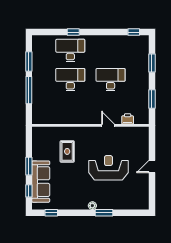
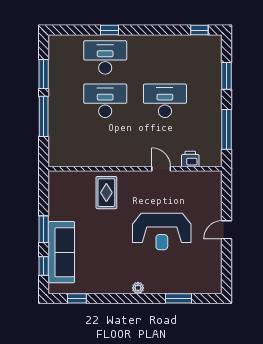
window: (152, 99) -> (226, 129), width x1.44
rug: (67, 151) -> (106, 193), moved
reception desk: (108, 168) -> (162, 232), turned 180
window: (104, 213) -> (178, 298), moved

